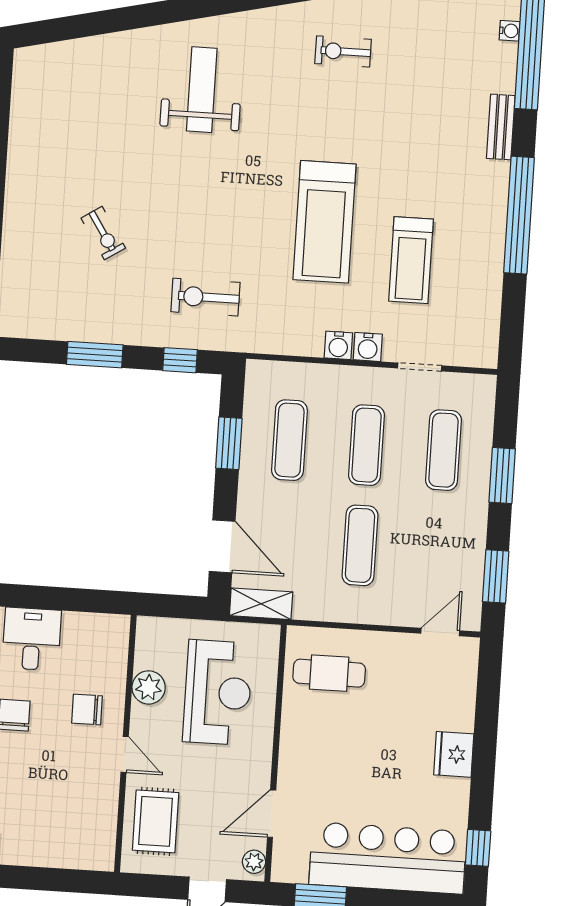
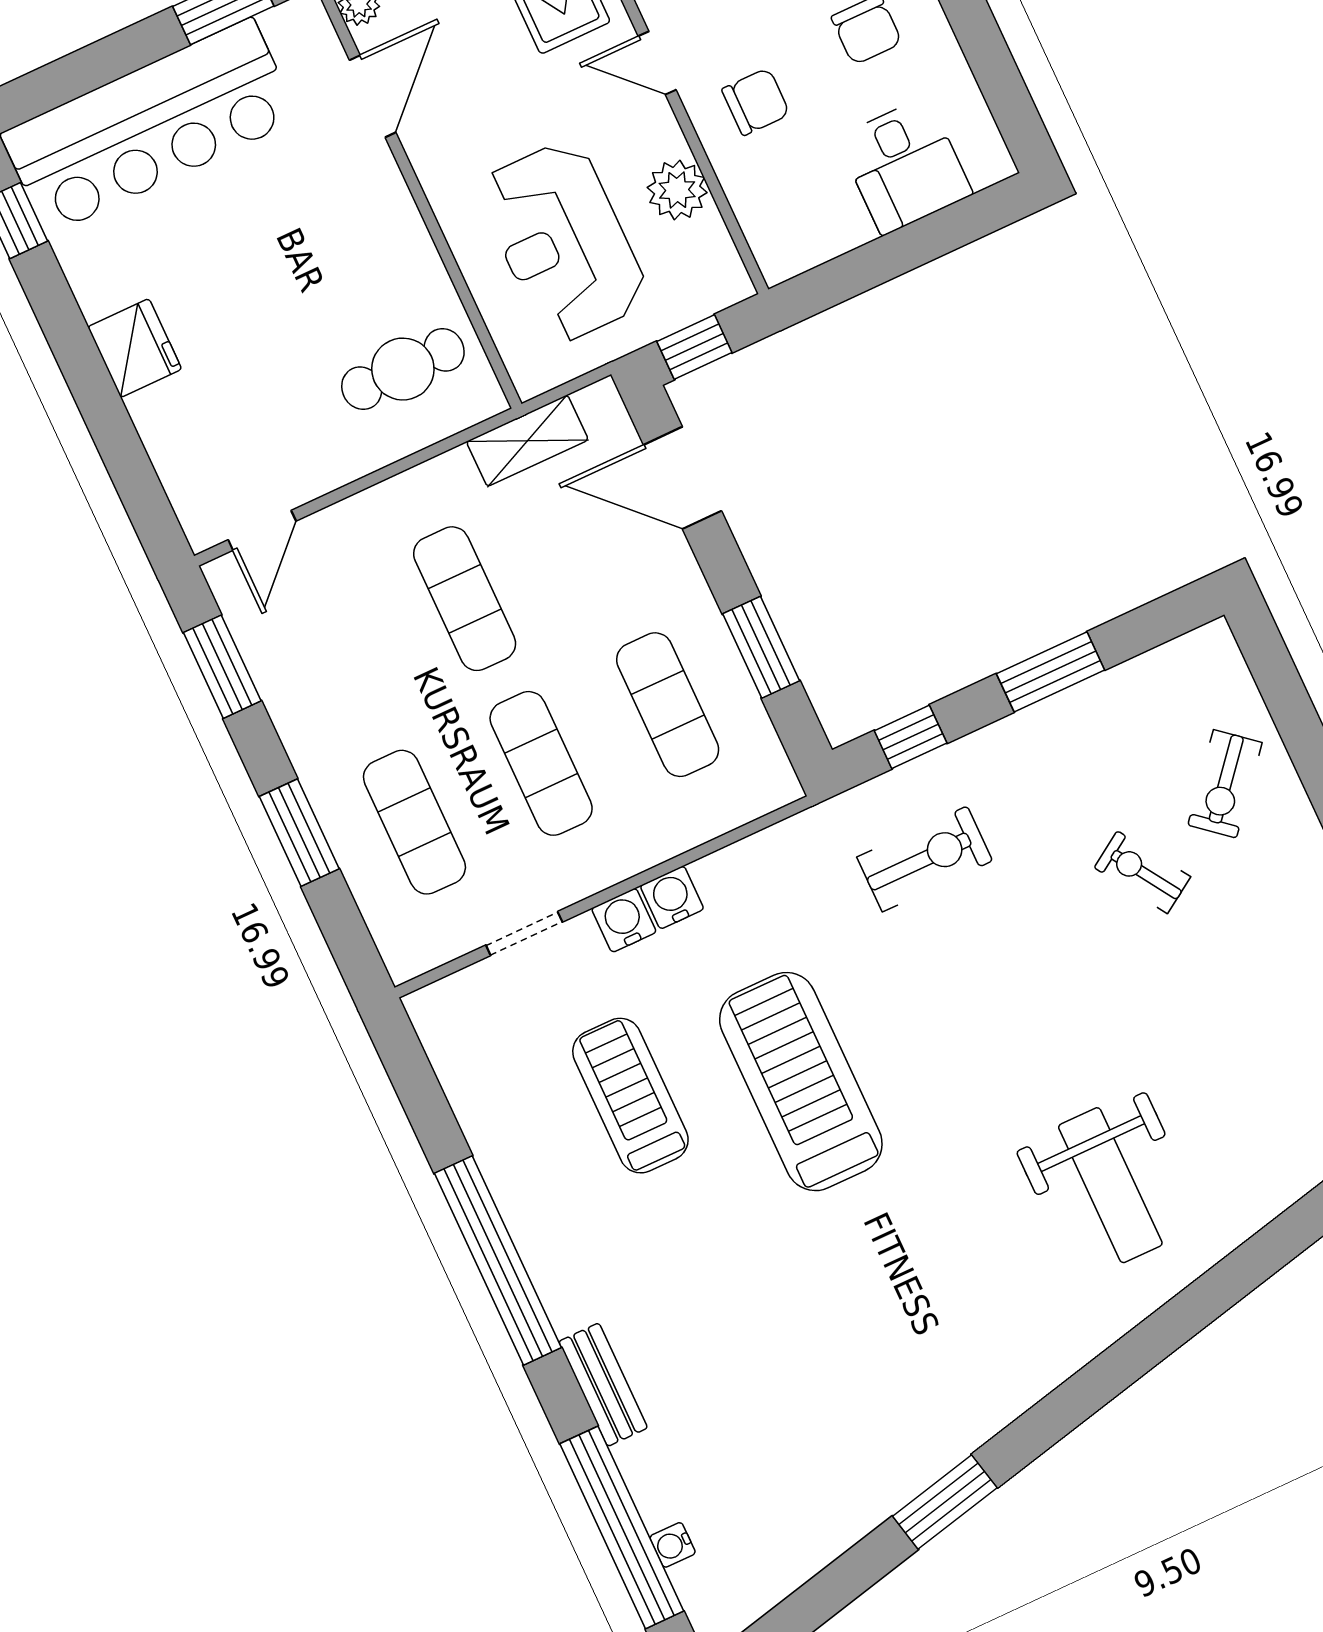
exercise bike: (343, 51) -> (1225, 784), moved, turned 130
shelving: (261, 604) -> (527, 441), moved
window: (182, 607) -> (694, 347), added

